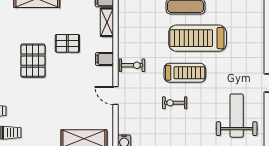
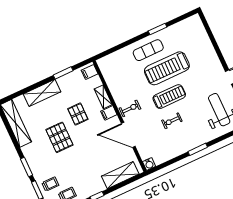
shelving: (107, 22) -> (103, 97), moved
pallet: (67, 43) -> (78, 114), turned 90
door: (115, 96) -> (128, 135), width x1.88

